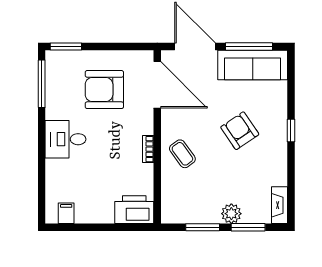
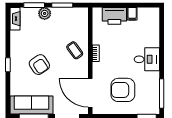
armchair: (104, 90) -> (123, 90), turned 180
printer: (134, 210) -> (114, 16), moved
filing cabinet: (66, 213) -> (132, 14), moved

